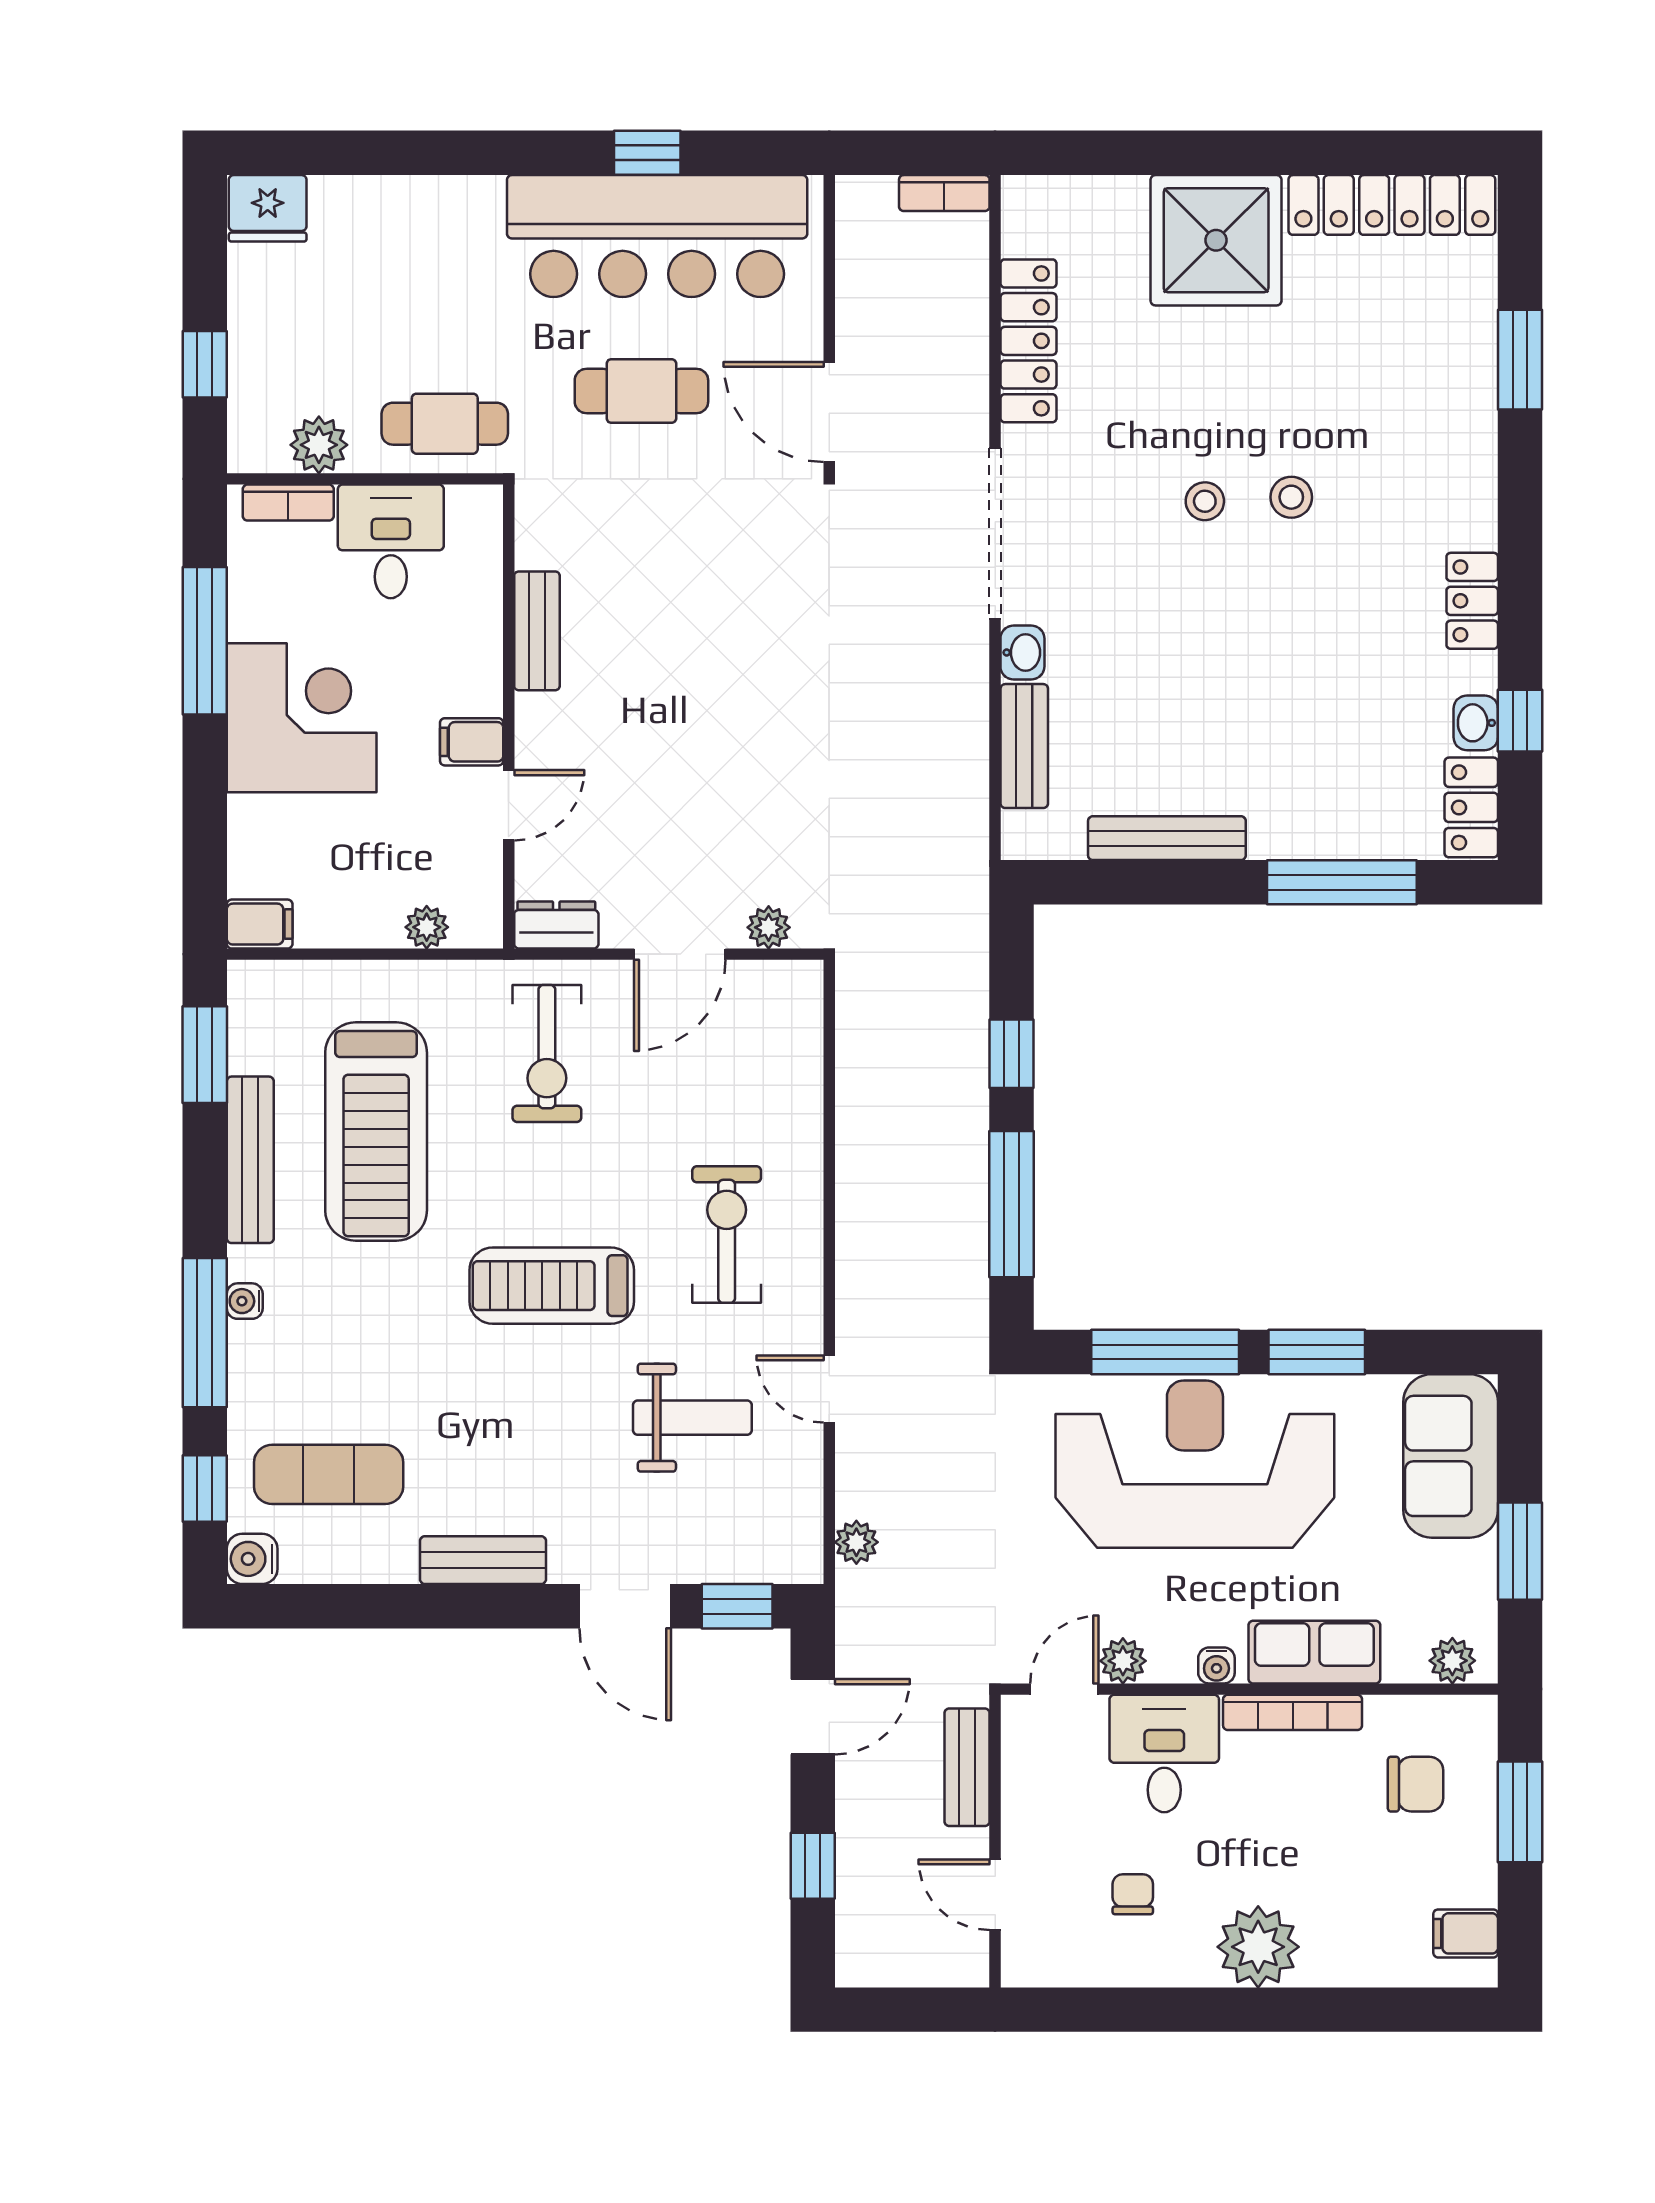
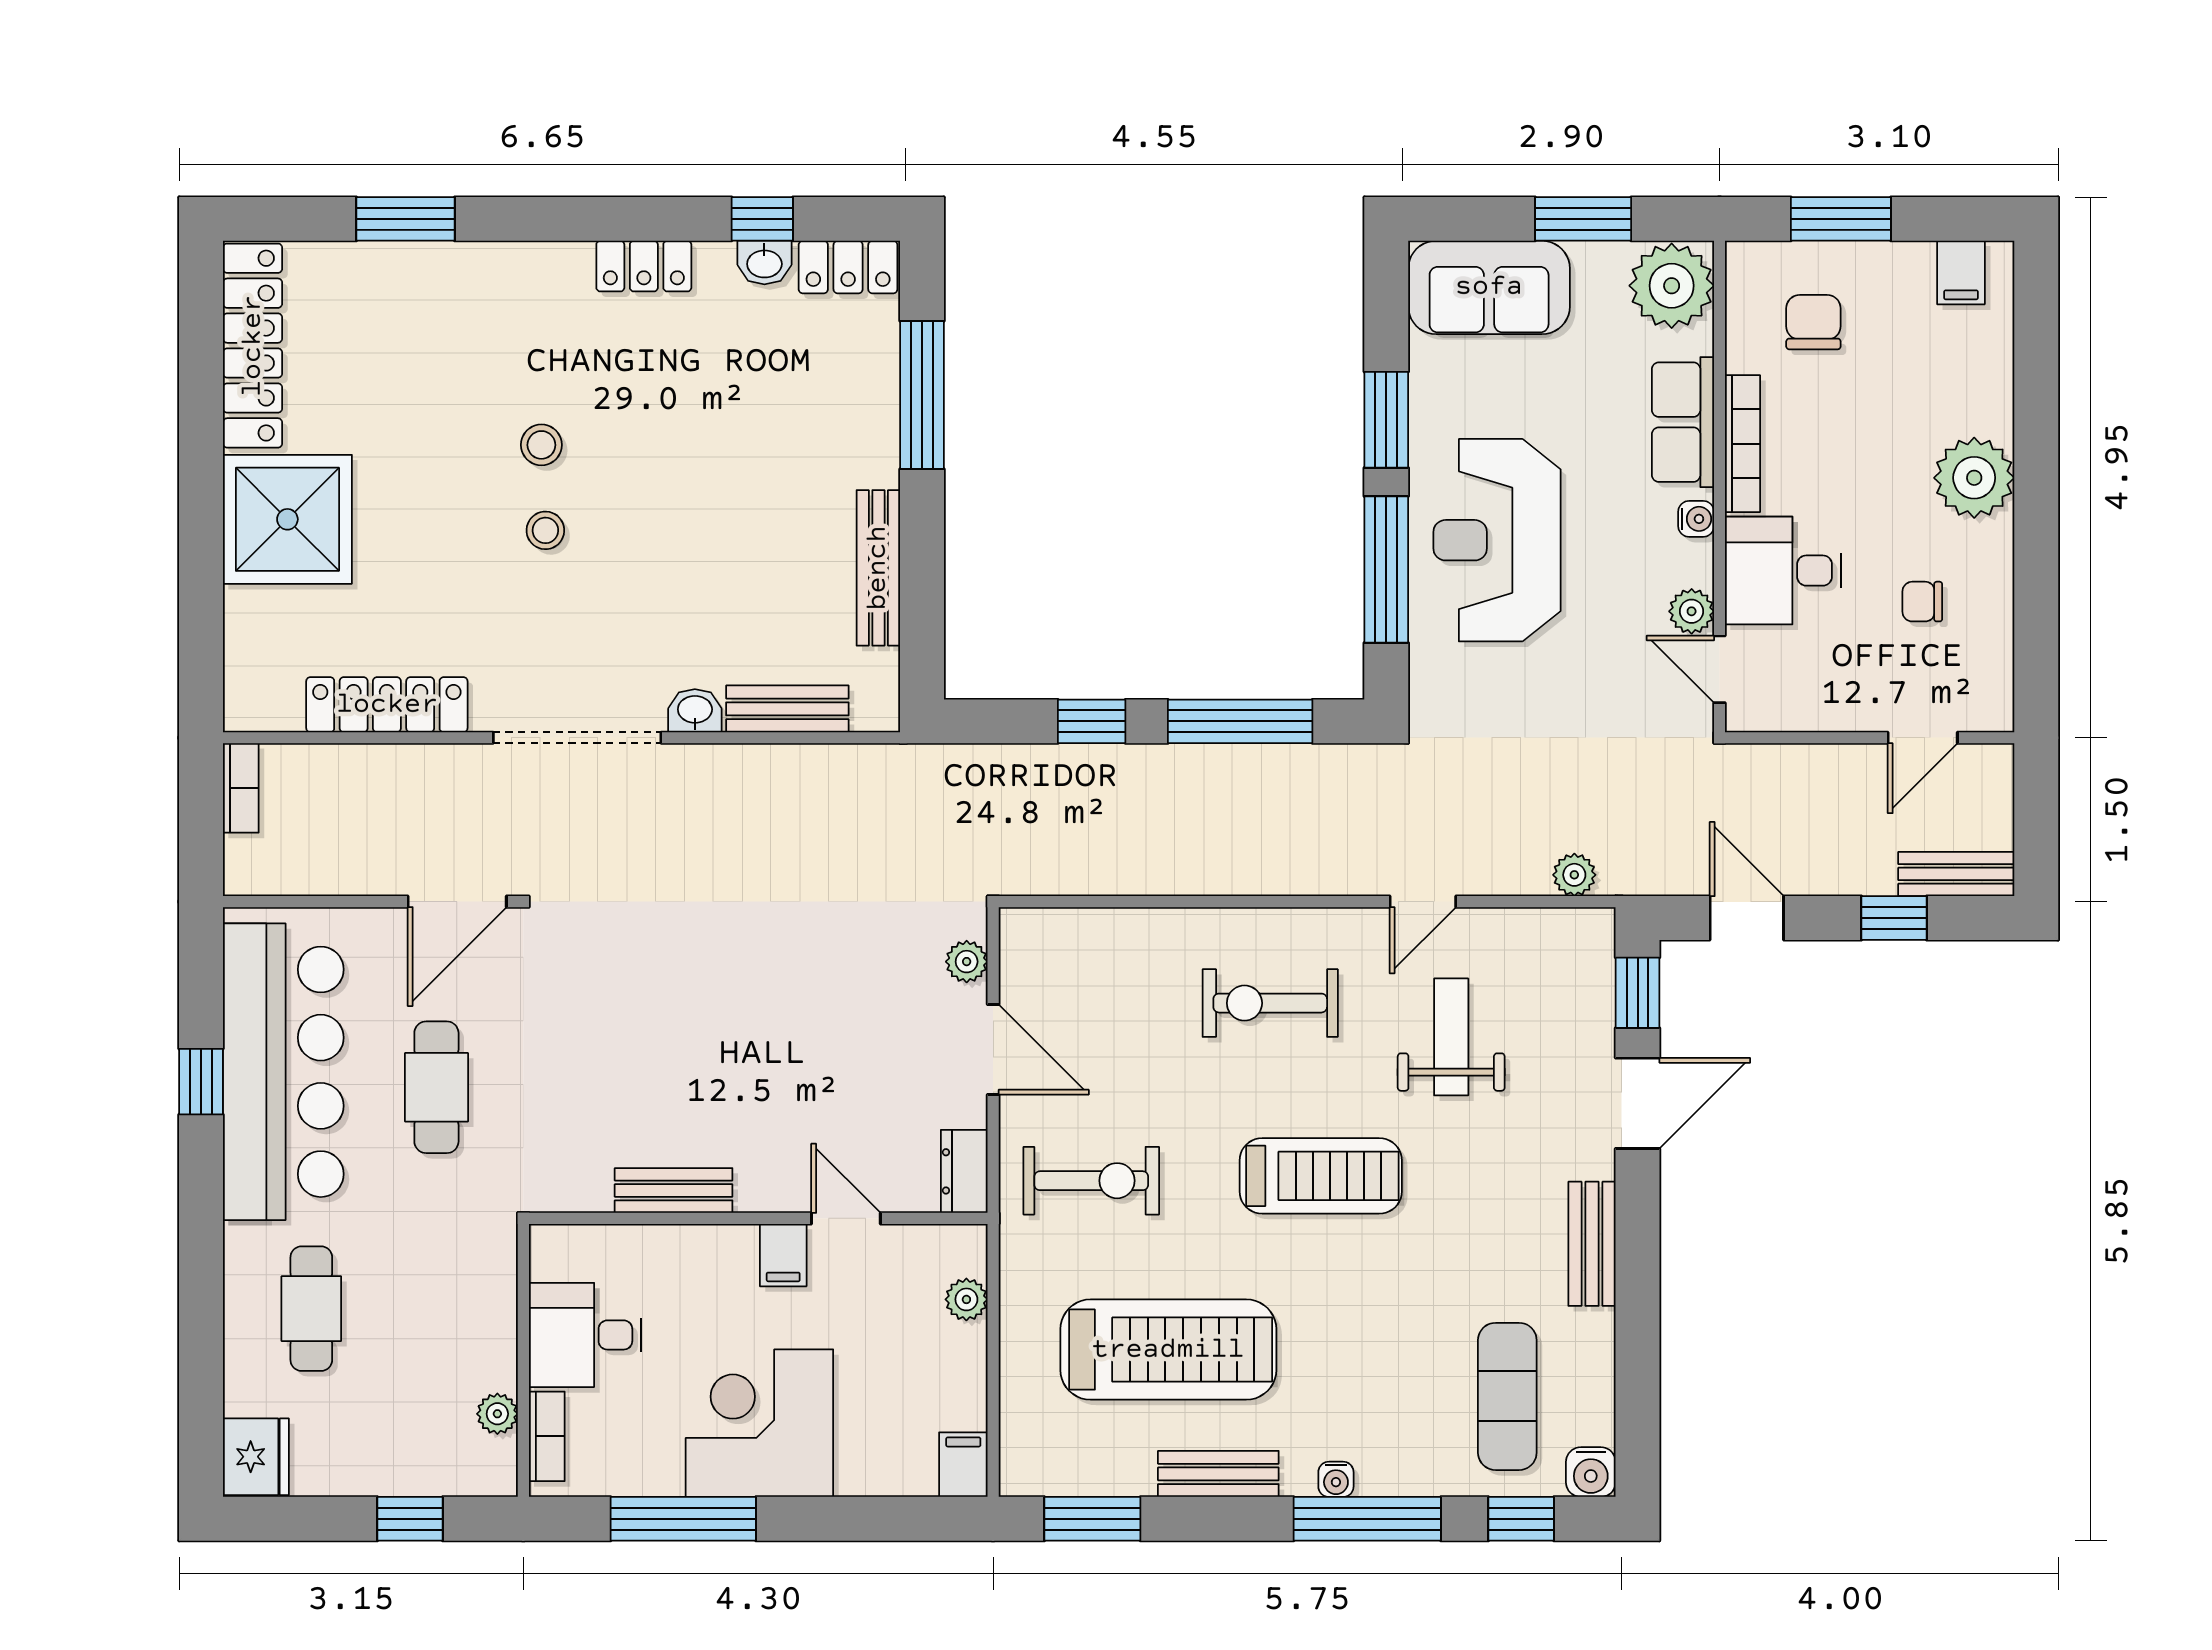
cafe table: (445, 424) -> (311, 1309), moved
plant: (319, 445) -> (497, 1414), width x0.73, depth x0.73
bench: (250, 1160) -> (1218, 1474), width x0.73
treadmill: (552, 1286) -> (1321, 1176), turned -90
reception desk: (1195, 1464) -> (1497, 540), width x0.74, depth x0.77
plant: (1452, 1661) -> (1672, 286), width x1.88, depth x1.88
bench: (967, 1767) -> (1956, 874), moved

